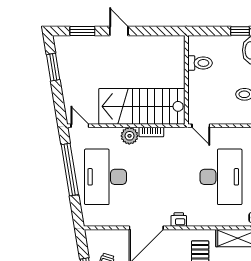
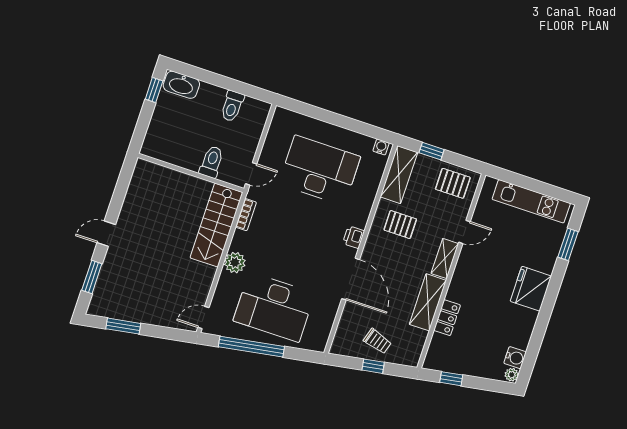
toilet: (200, 63) -> (212, 162), moved
stairs: (142, 106) -> (216, 225), width x0.73, depth x0.66
bookcase: (151, 132) -> (246, 215), moved

